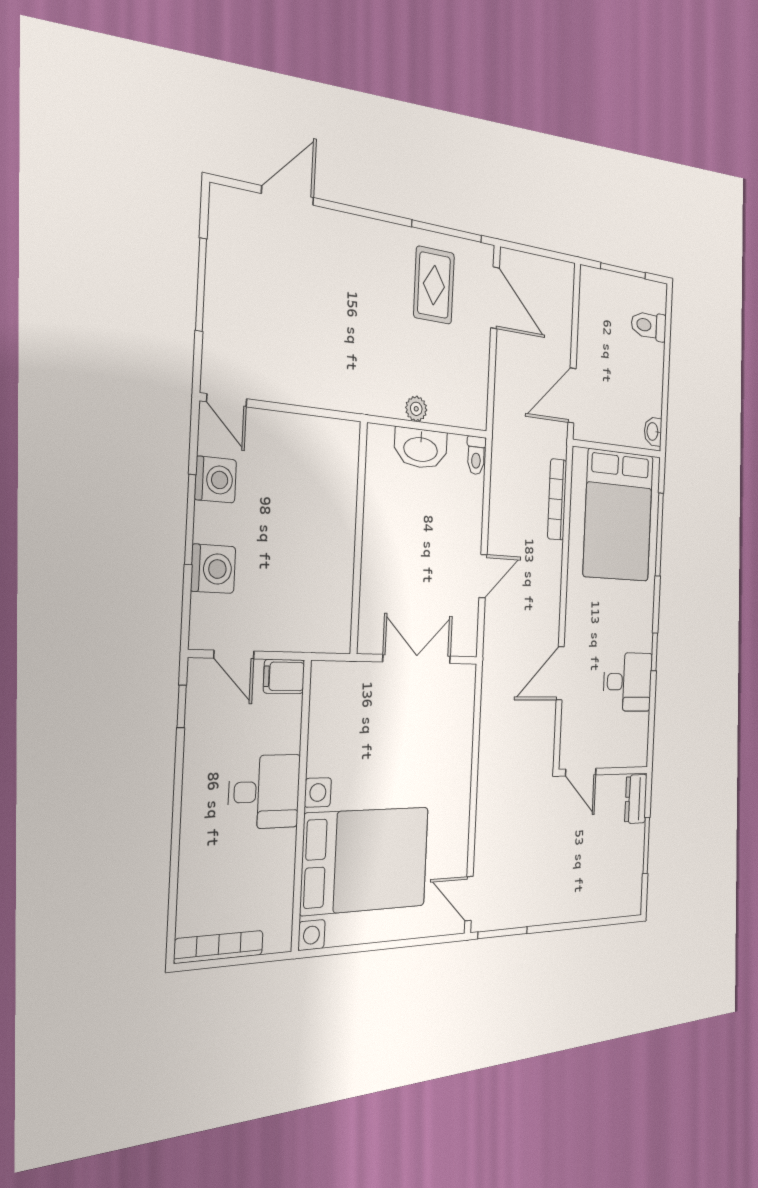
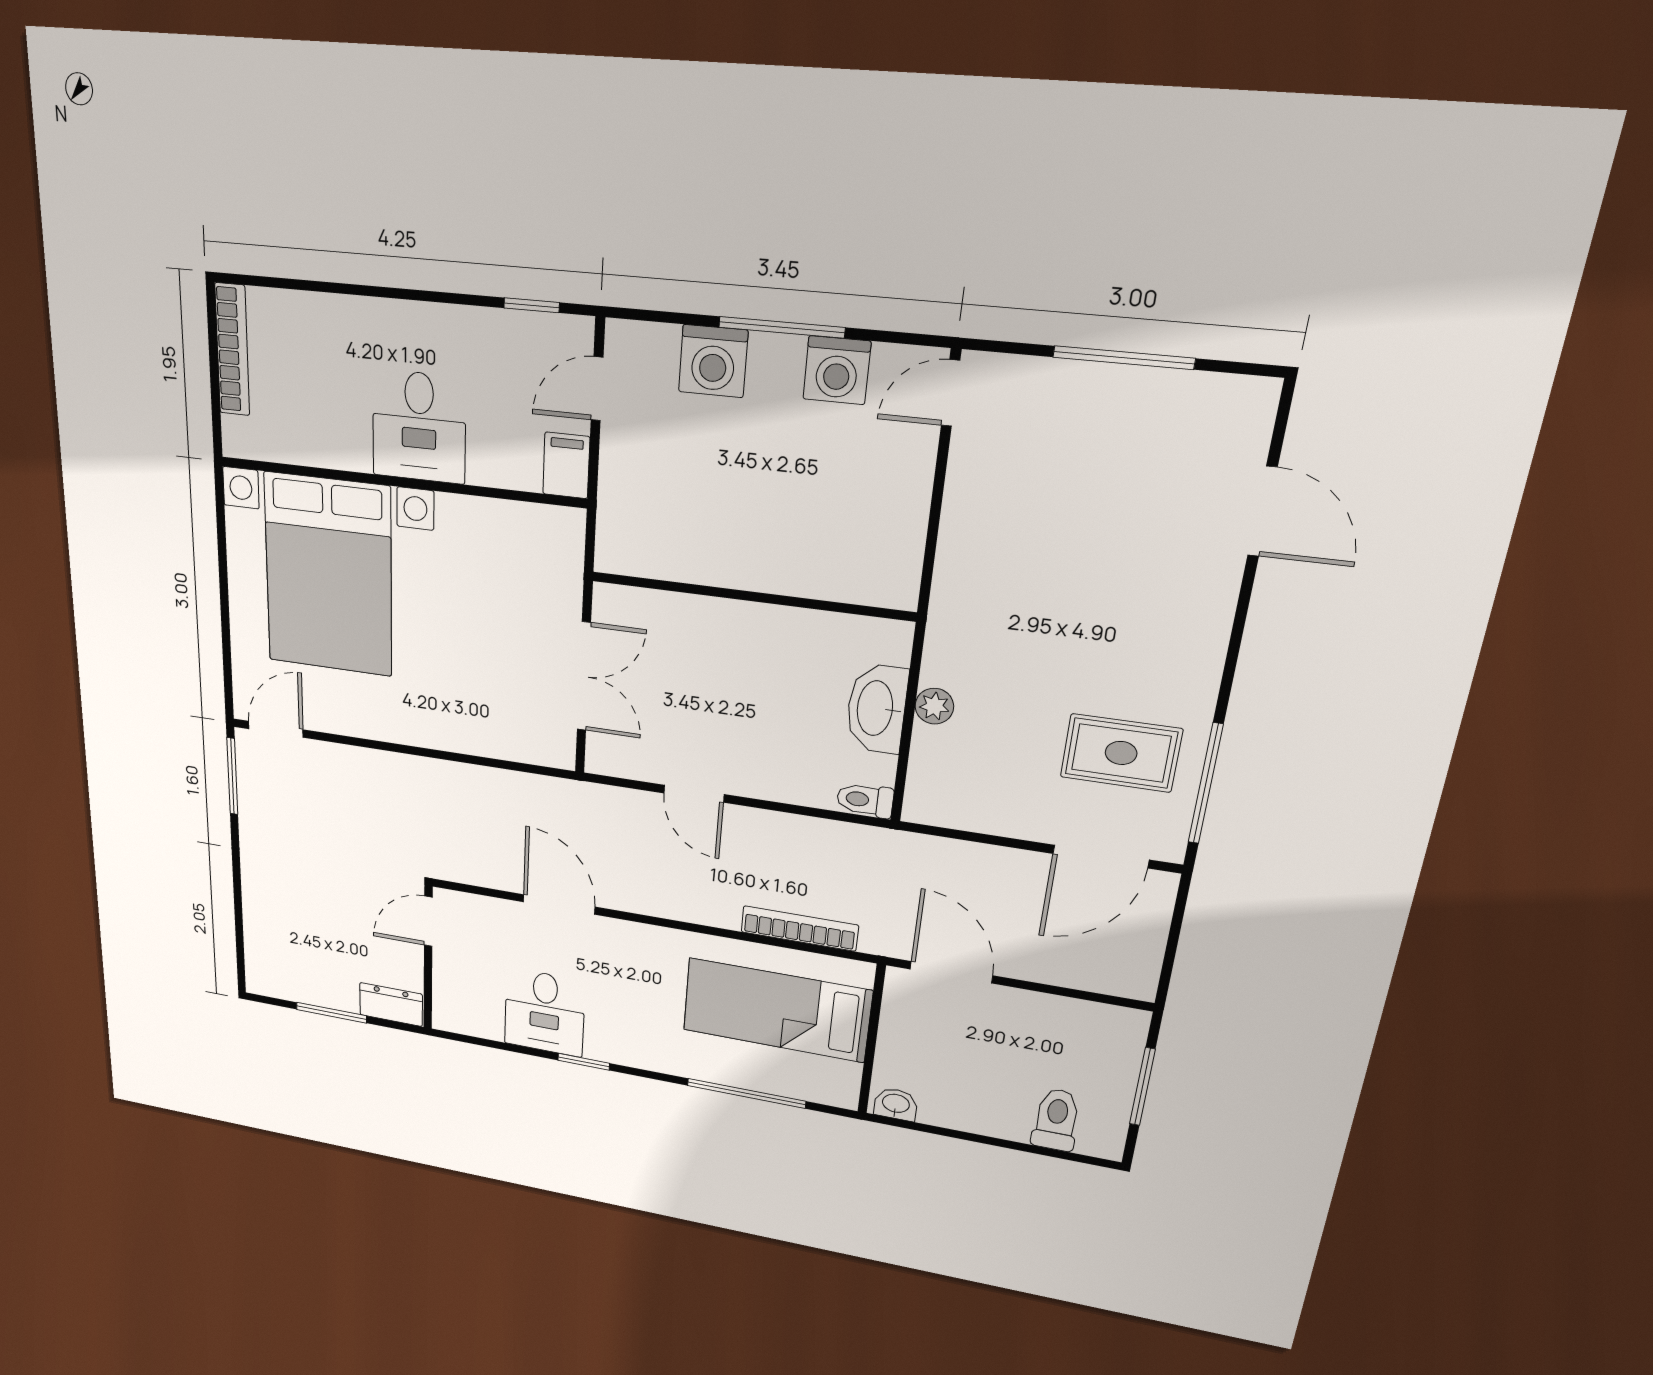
bed: (618, 515) -> (777, 1010), width x0.67

